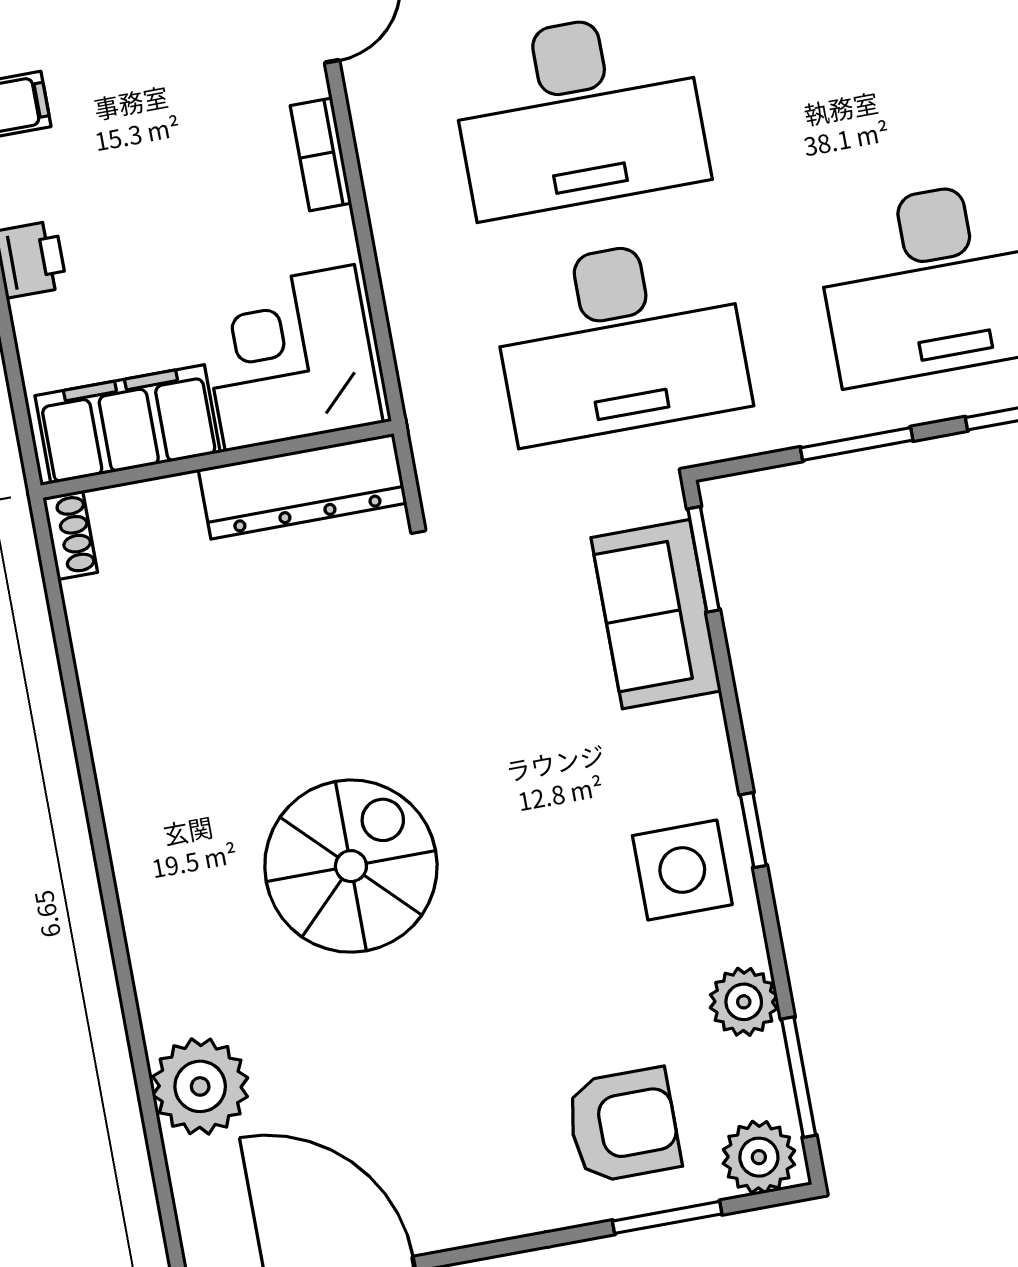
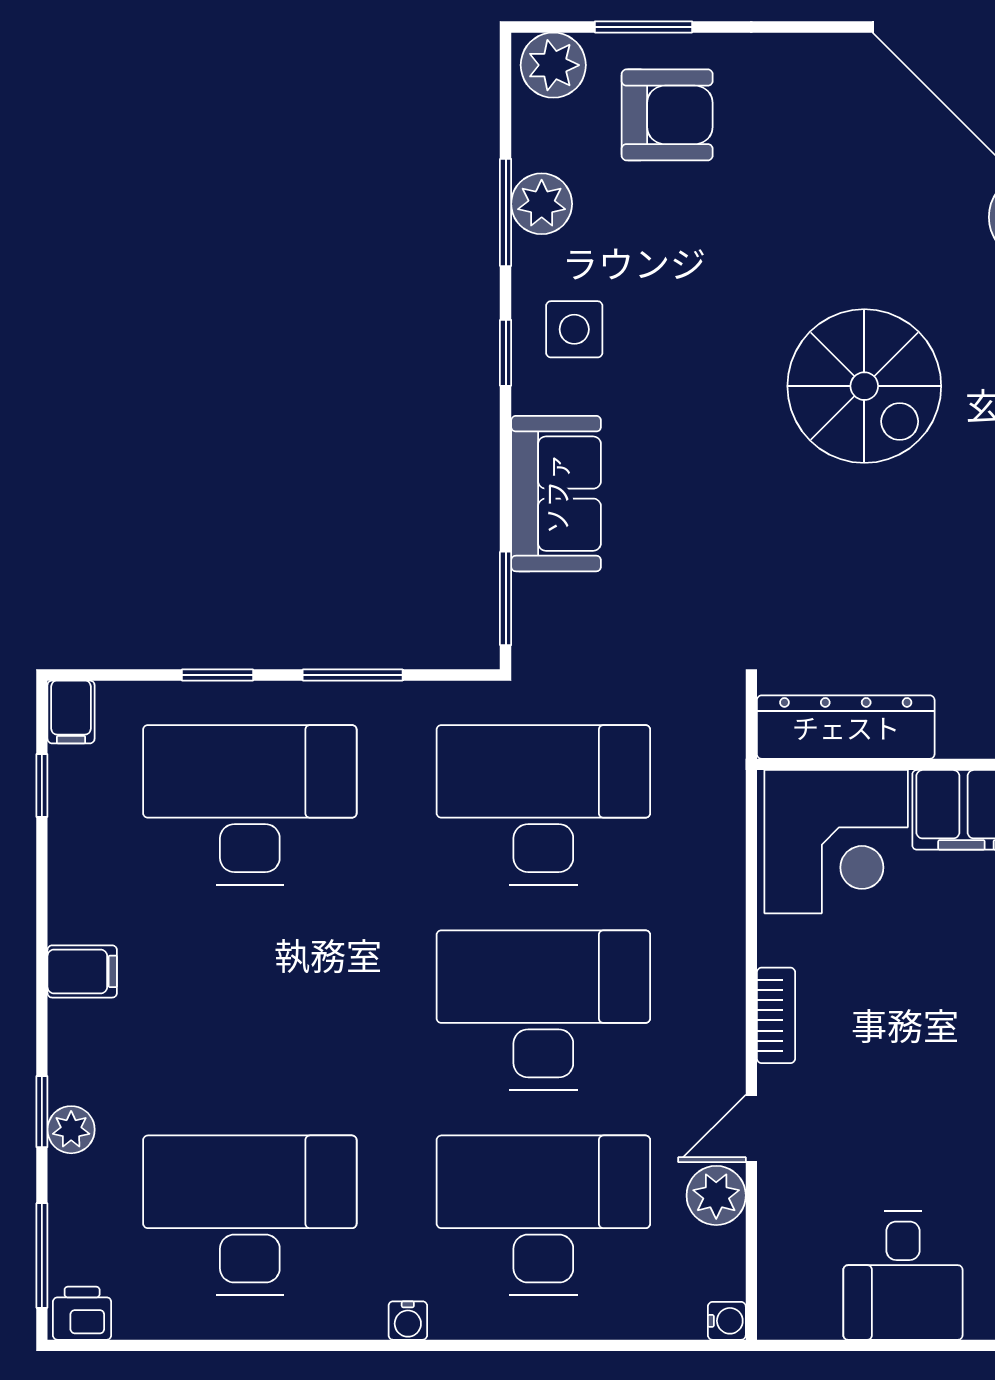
sofa: (656, 614) -> (556, 494), moved
spiral stairs: (351, 866) -> (864, 386), turned -90
side table: (682, 870) -> (574, 329), width x0.73, depth x0.73
window: (799, 1077) -> (506, 212), moved
armchair: (623, 1125) -> (667, 115), turned 180

